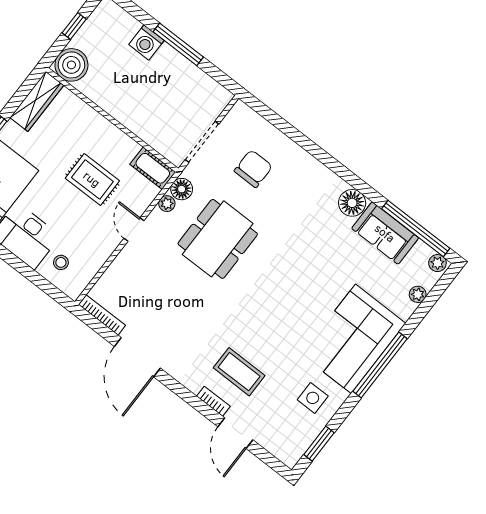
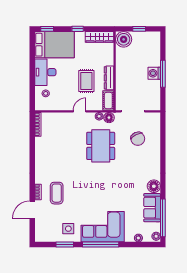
washing machine: (146, 42) -> (154, 73), moved
dresser: (116, 138) -> (109, 78), added
chair: (253, 169) -> (138, 139), turned 63
dining table: (218, 239) -> (101, 146), turned 90
door: (137, 357) -> (32, 150), removed
window: (319, 444) -> (65, 244), moved

